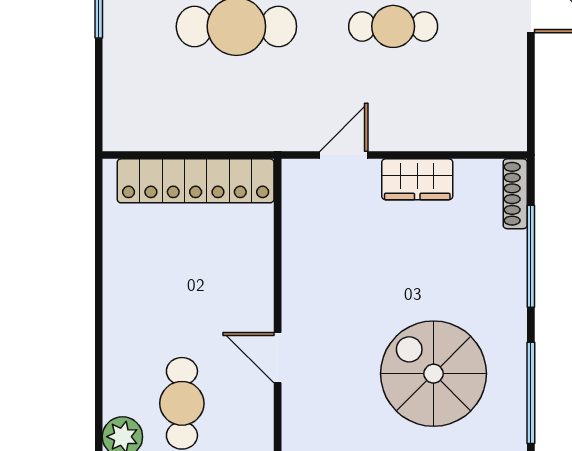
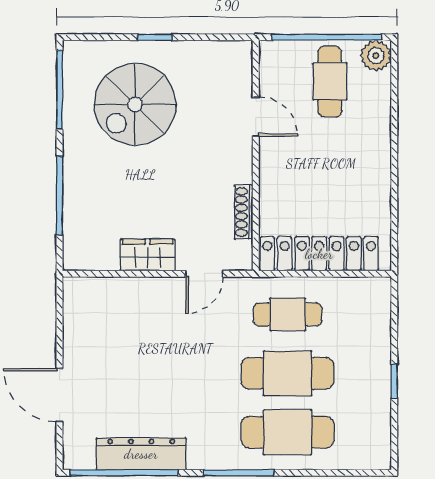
cafe table: (393, 26) -> (288, 314), moved
shoe rack: (515, 194) -> (244, 212), moved, turned 180
spiral stairs: (434, 374) -> (135, 104), turned 90

